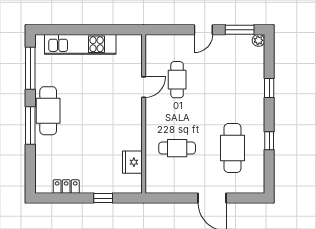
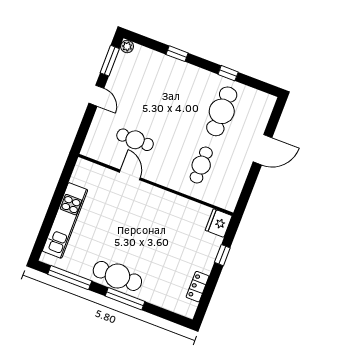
cafe table: (233, 148) -> (222, 111), turned 90
fridge: (132, 162) -> (219, 223), moved, turned 90

